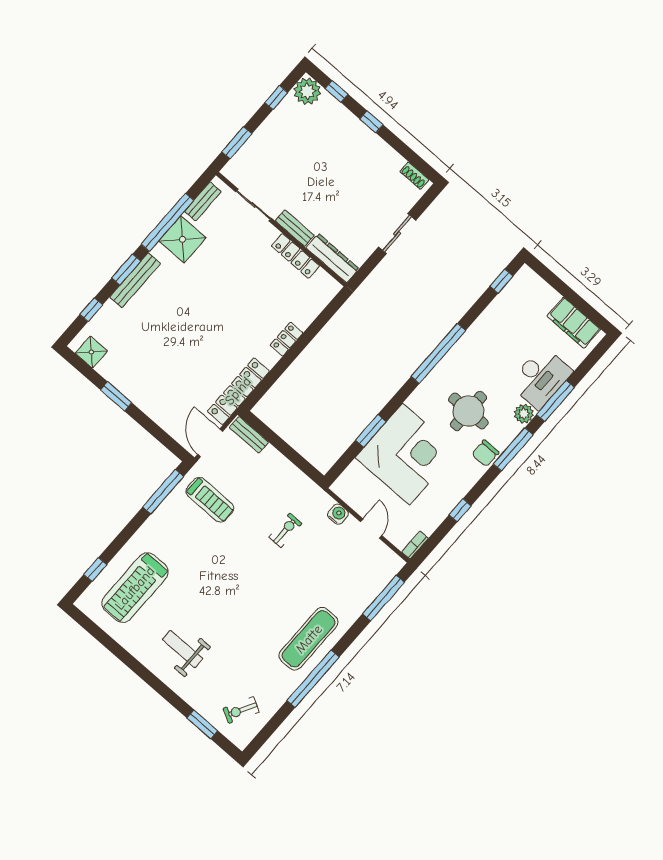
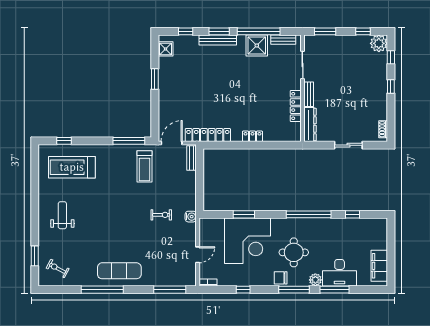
window: (501, 281) -> (353, 214), moved
water cooler: (338, 514) -> (191, 217), moved

